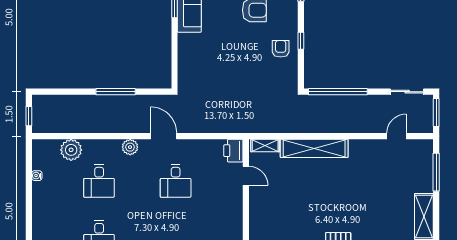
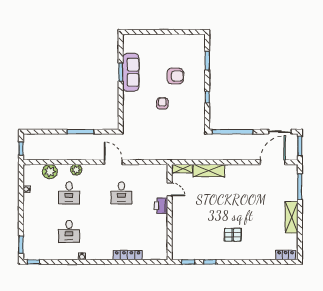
armchair: (281, 49) -> (162, 103), moved
door: (397, 136) -> (273, 162), width x1.87
plant: (130, 147) -> (76, 170), moved
shelving: (314, 148) -> (209, 171), width x0.68
printer: (233, 151) -> (161, 206), moved

